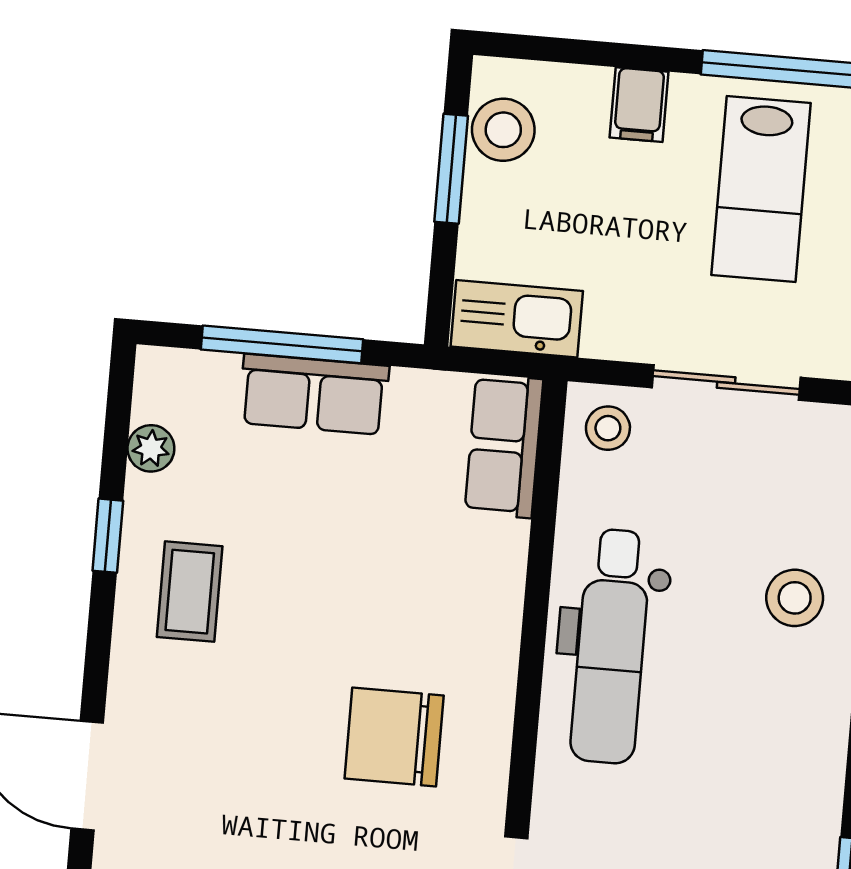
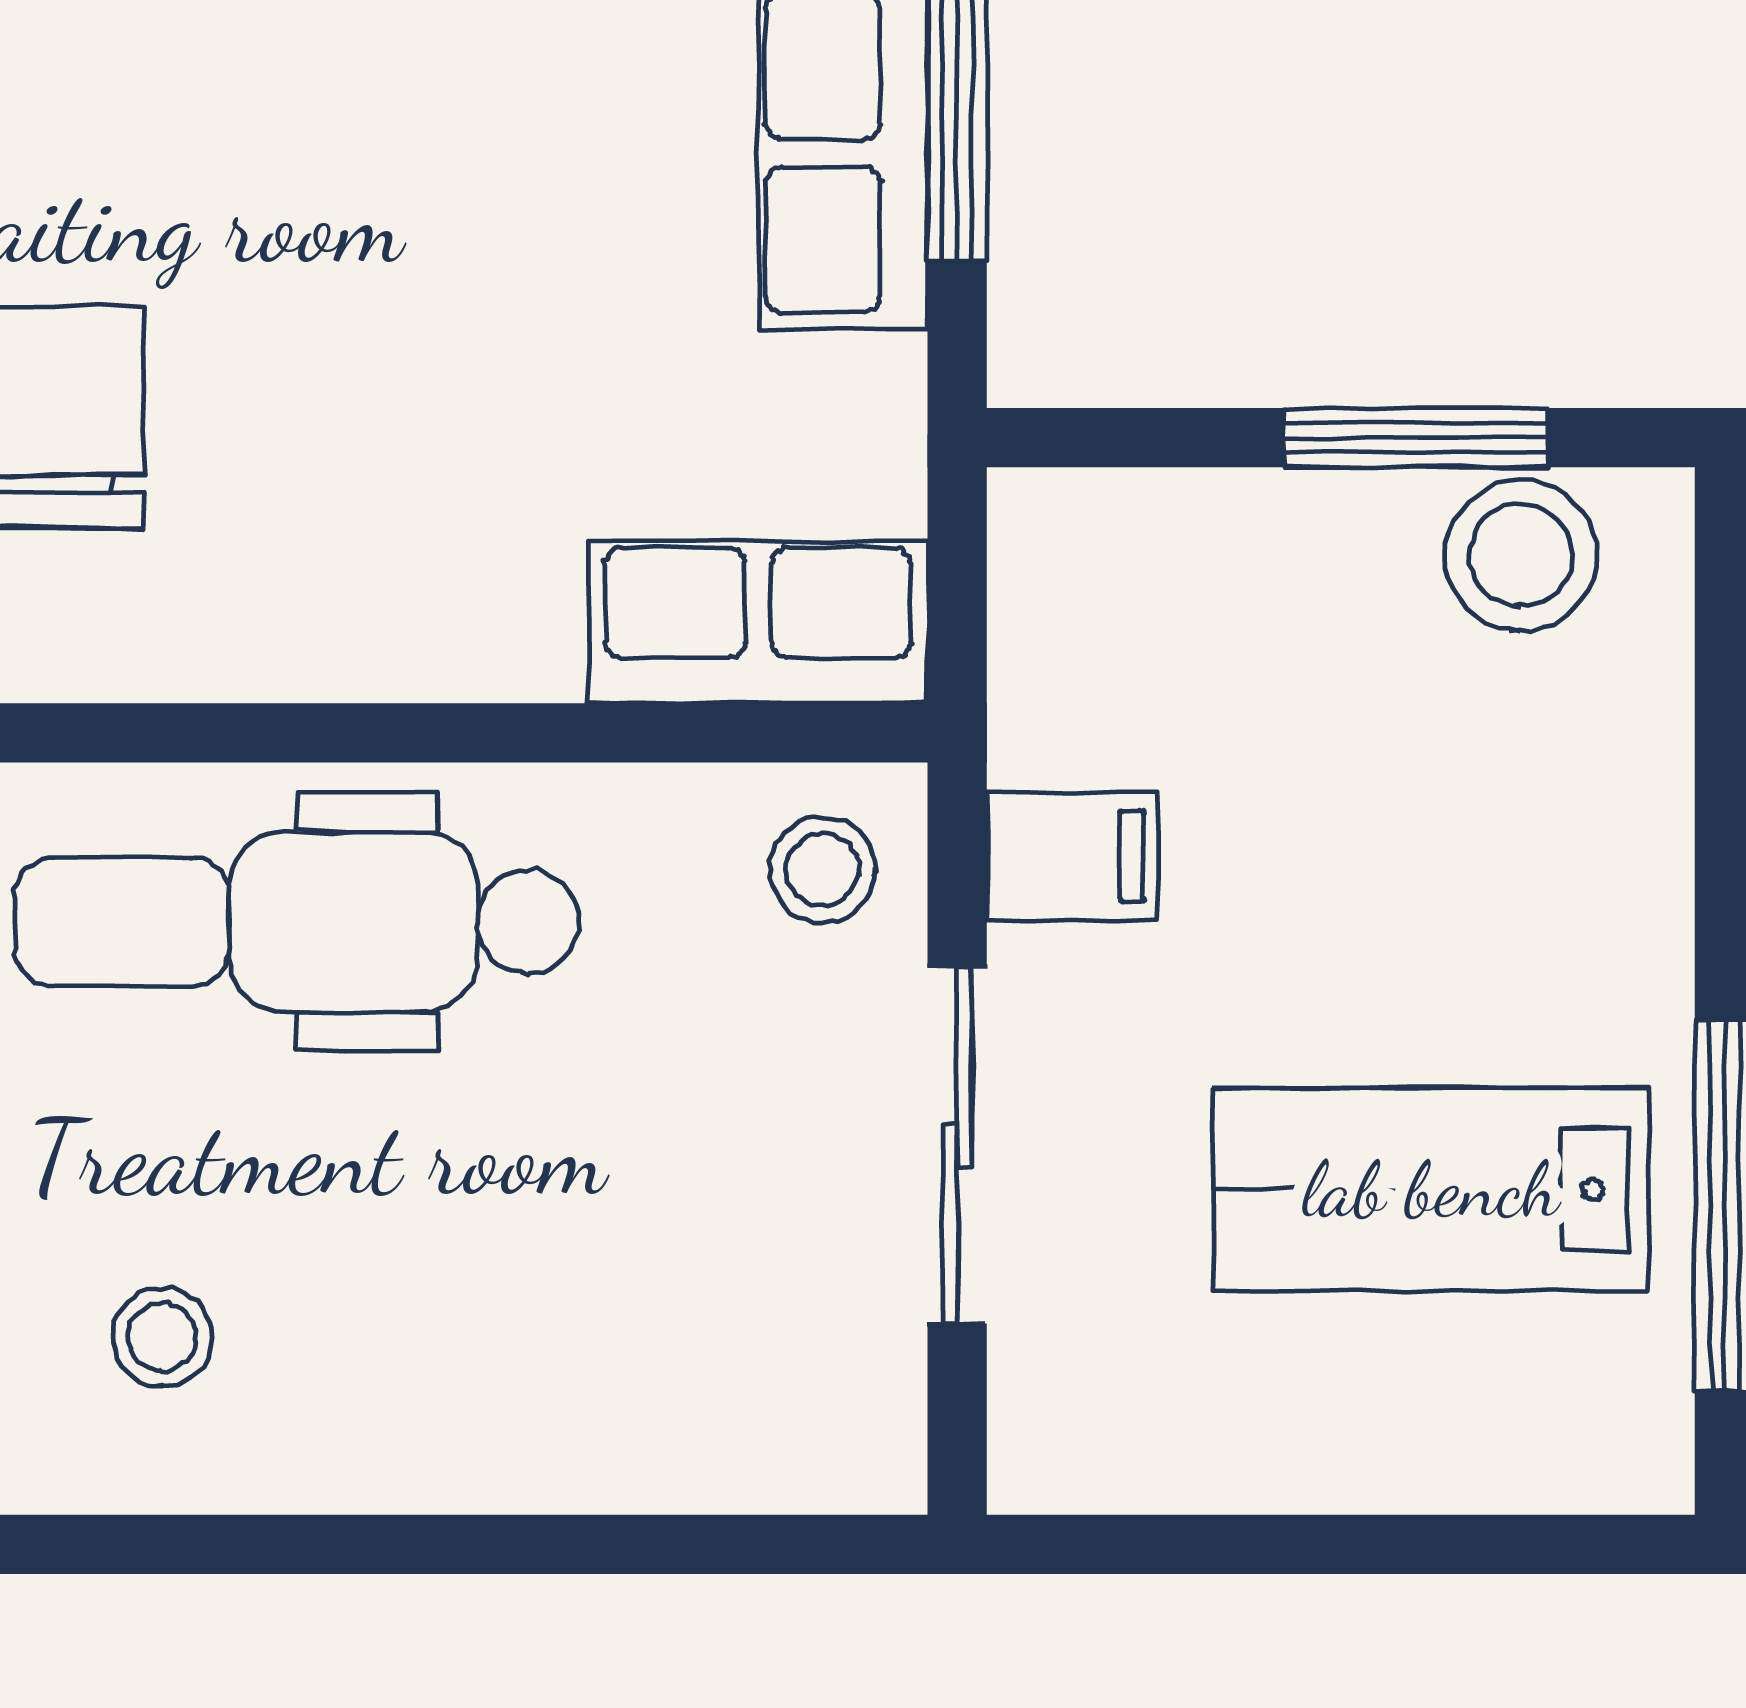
filing cabinet: (639, 105) -> (1072, 856), moved, turned 180
kitchen sink: (517, 319) -> (1068, 627), removed
stool: (795, 598) -> (162, 1337), moved, width x0.73, depth x0.73

